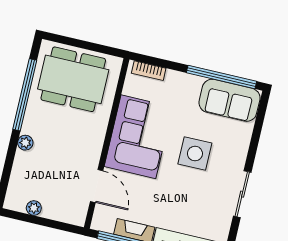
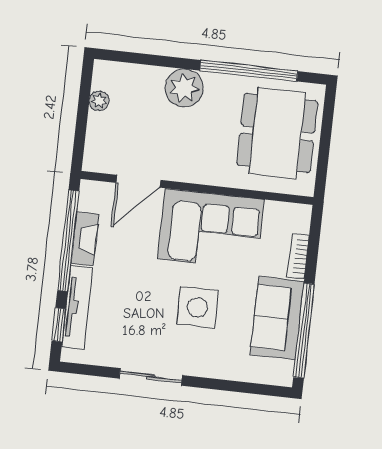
bookcase: (149, 71) -> (298, 256), moved
sofa: (229, 100) -> (277, 318), moved
plant: (25, 143) -> (184, 88), width x1.87, depth x1.87

